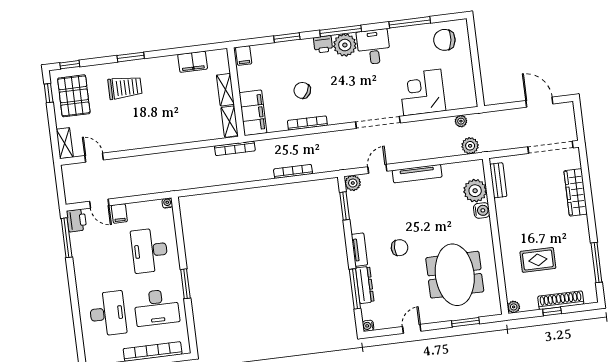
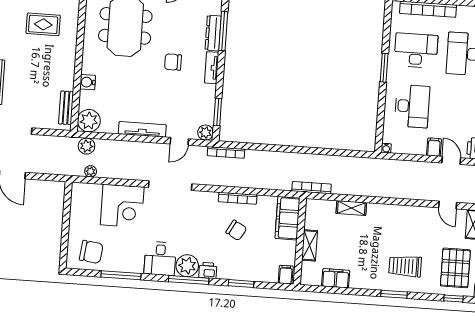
shelving: (230, 122) -> (351, 208), moved, turned 90
bookcase: (293, 171) -> (226, 152), moved
plant: (475, 191) -> (89, 121), moved

